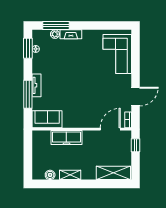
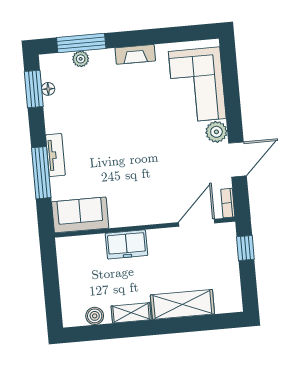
fireplace: (71, 34) -> (135, 54), moved
plant: (125, 80) -> (216, 132), added
freezer: (66, 137) -> (127, 244), width x0.71
shelving: (113, 173) -> (182, 304), moved

